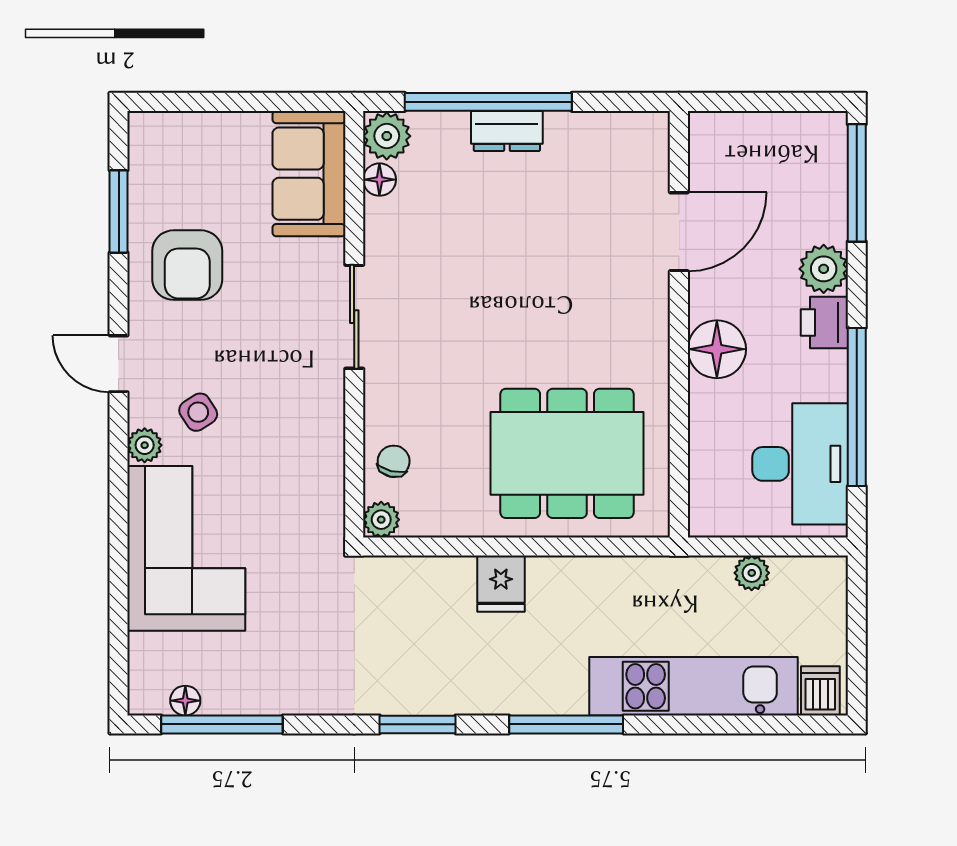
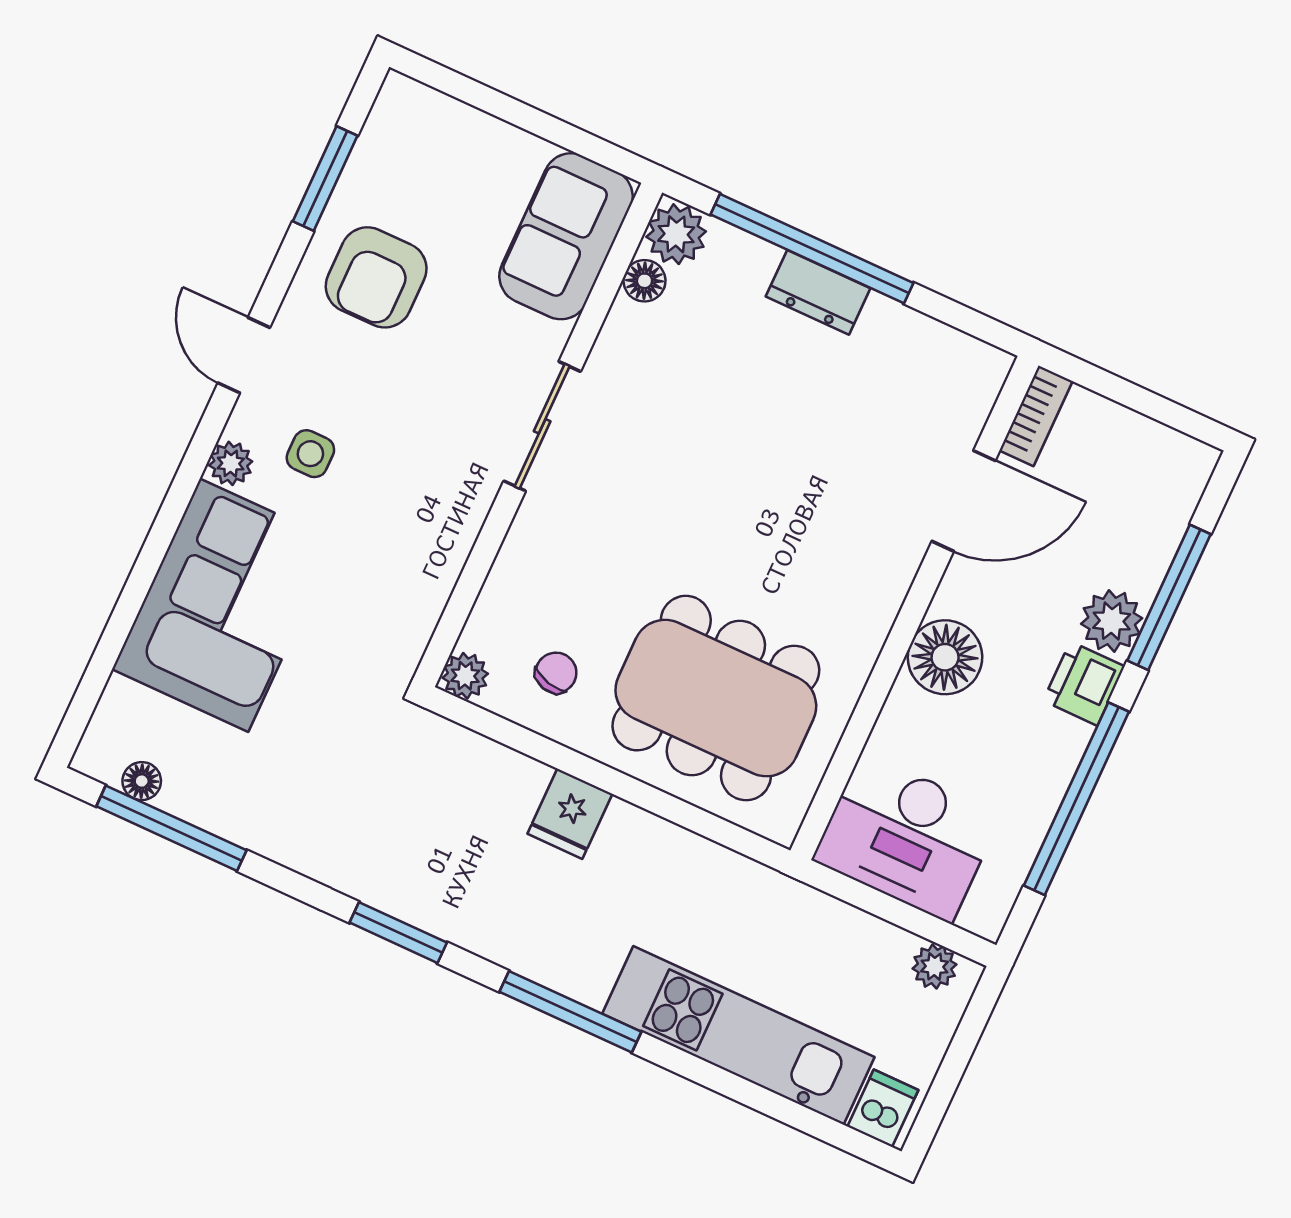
bookcase: (702, 148) -> (1036, 416), added
window: (857, 183) -> (1169, 597), moved
side table: (198, 412) -> (310, 454), turned 33
chair: (394, 461) -> (556, 673), moved
desk: (800, 464) -> (907, 837), moved, turned 90
plant: (752, 573) -> (935, 967), moved

